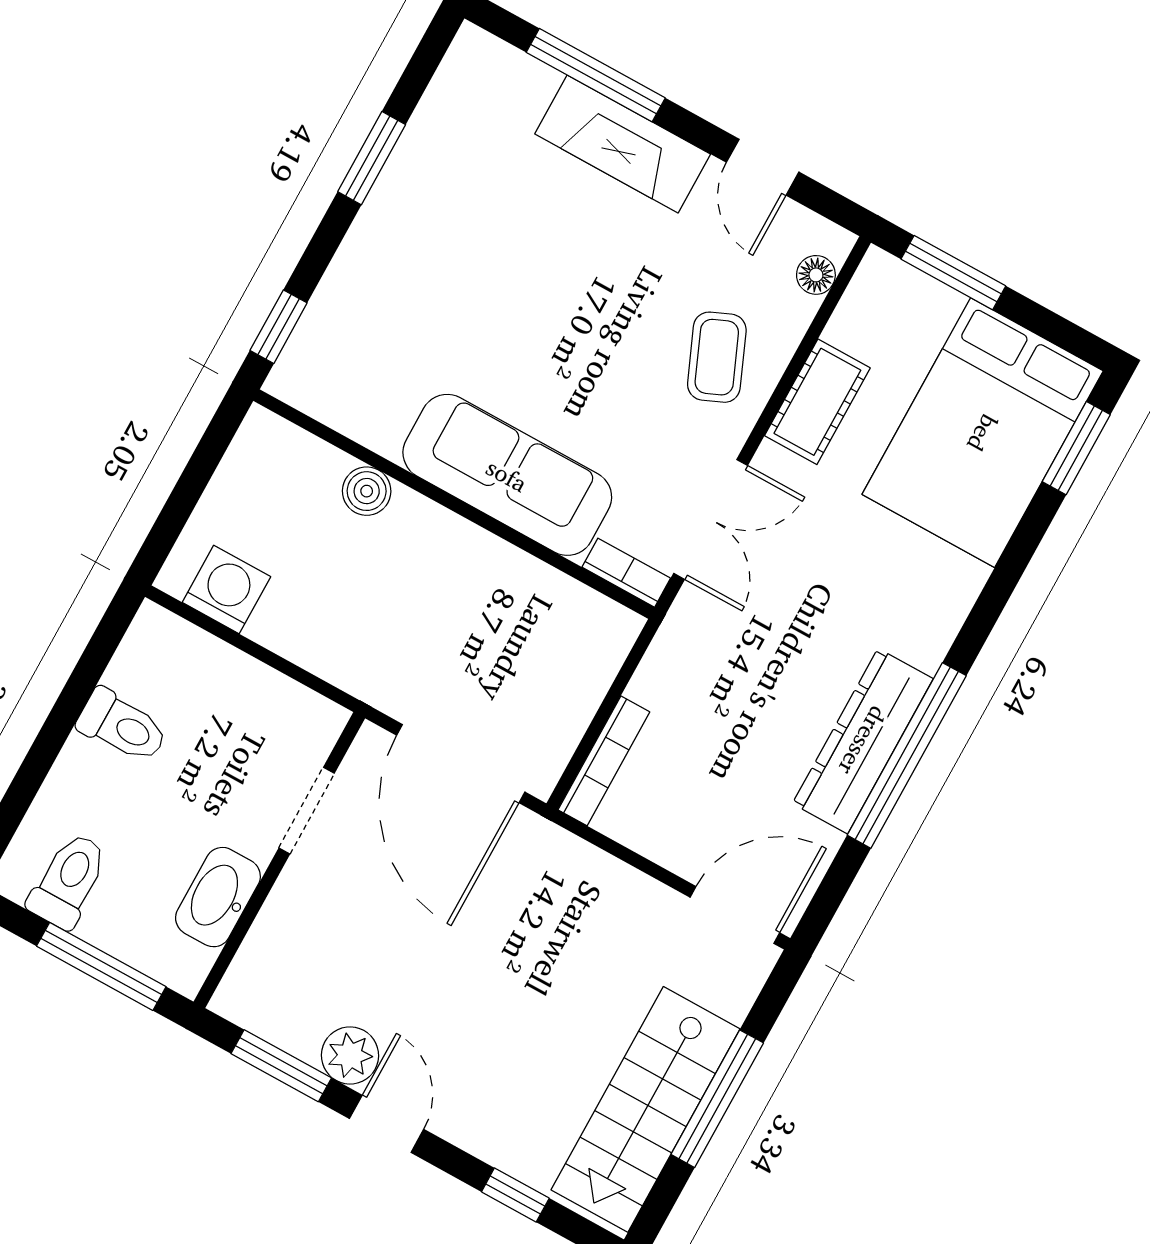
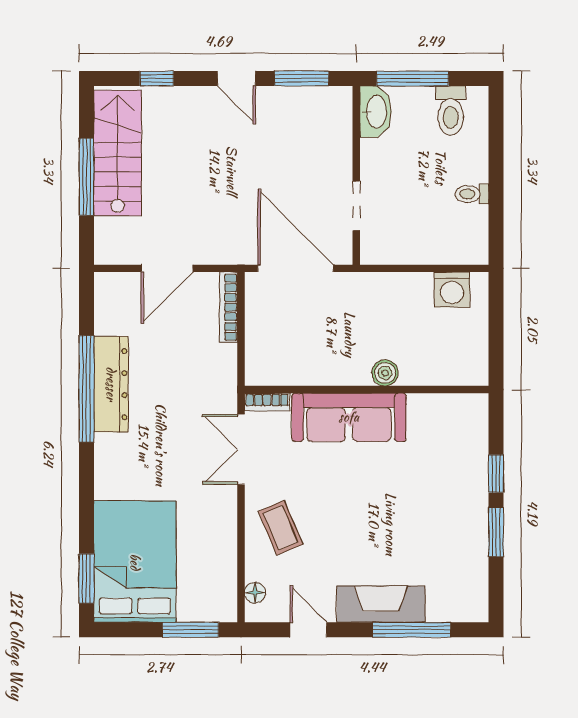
window: (279, 327) -> (496, 474), moved
cot: (817, 402) -> (221, 533), removed
boiler: (367, 491) -> (385, 373), moved
toilet: (122, 726) -> (472, 194), width x0.73, depth x0.72
washbasin: (218, 897) -> (376, 112), moved
door: (735, 915) -> (167, 268), moved
plant: (350, 1055) -> (272, 101), removed

